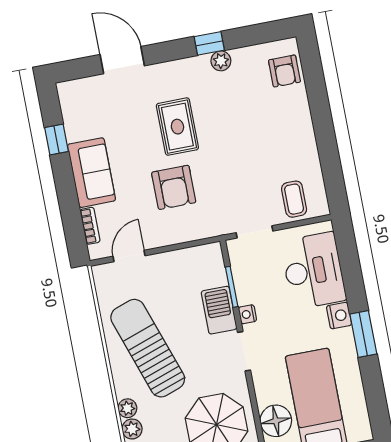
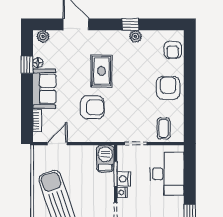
plant: (73, 89) -> (43, 36), added
floor lamp: (73, 133) -> (38, 63), added
armchair: (289, 133) -> (168, 88), added
armchair: (174, 187) -> (92, 107), turned -90
barbecue: (219, 310) -> (105, 159), moved
nightstand: (339, 316) -> (124, 179), moved, turned 180

